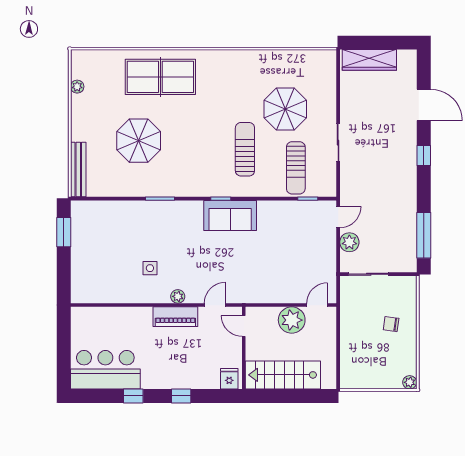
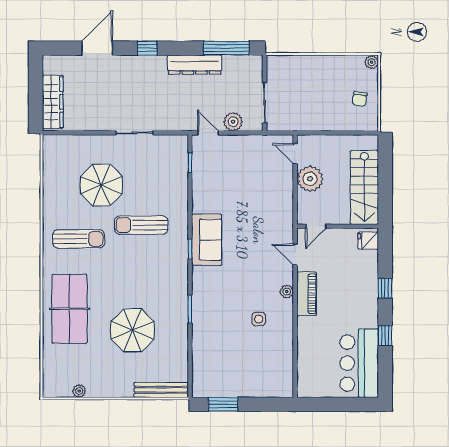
sun lounger: (296, 168) -> (79, 239), moved
dresser: (407, 203) -> (195, 65), added
chair: (391, 324) -> (360, 99), moved

